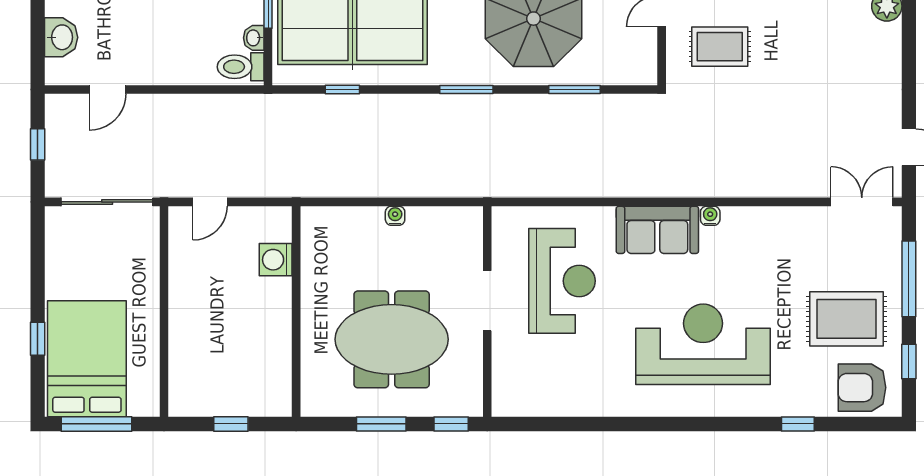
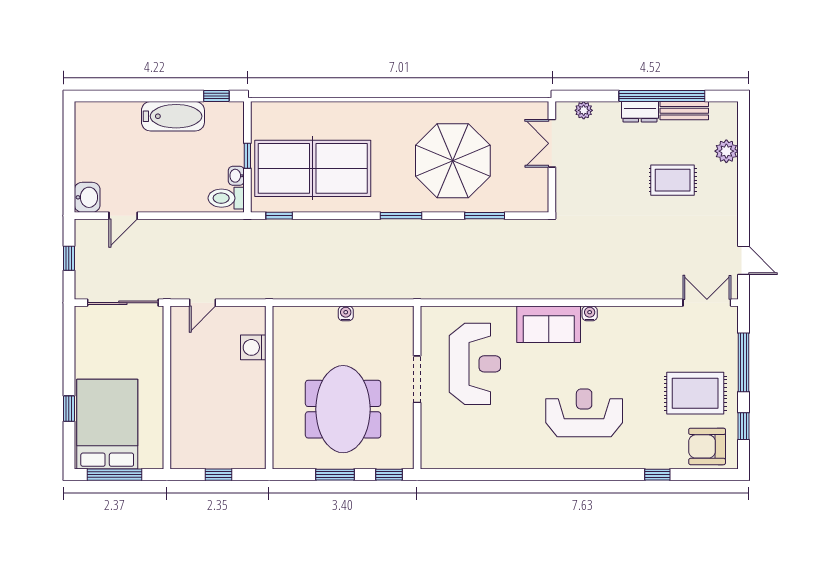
washbasin: (61, 37) -> (87, 197), moved
rug: (720, 47) -> (673, 180), moved
window: (342, 89) -> (279, 216), moved
meeting table: (392, 339) -> (343, 409), turned 90
reception desk: (703, 344) -> (584, 413), width x0.74, depth x0.77

